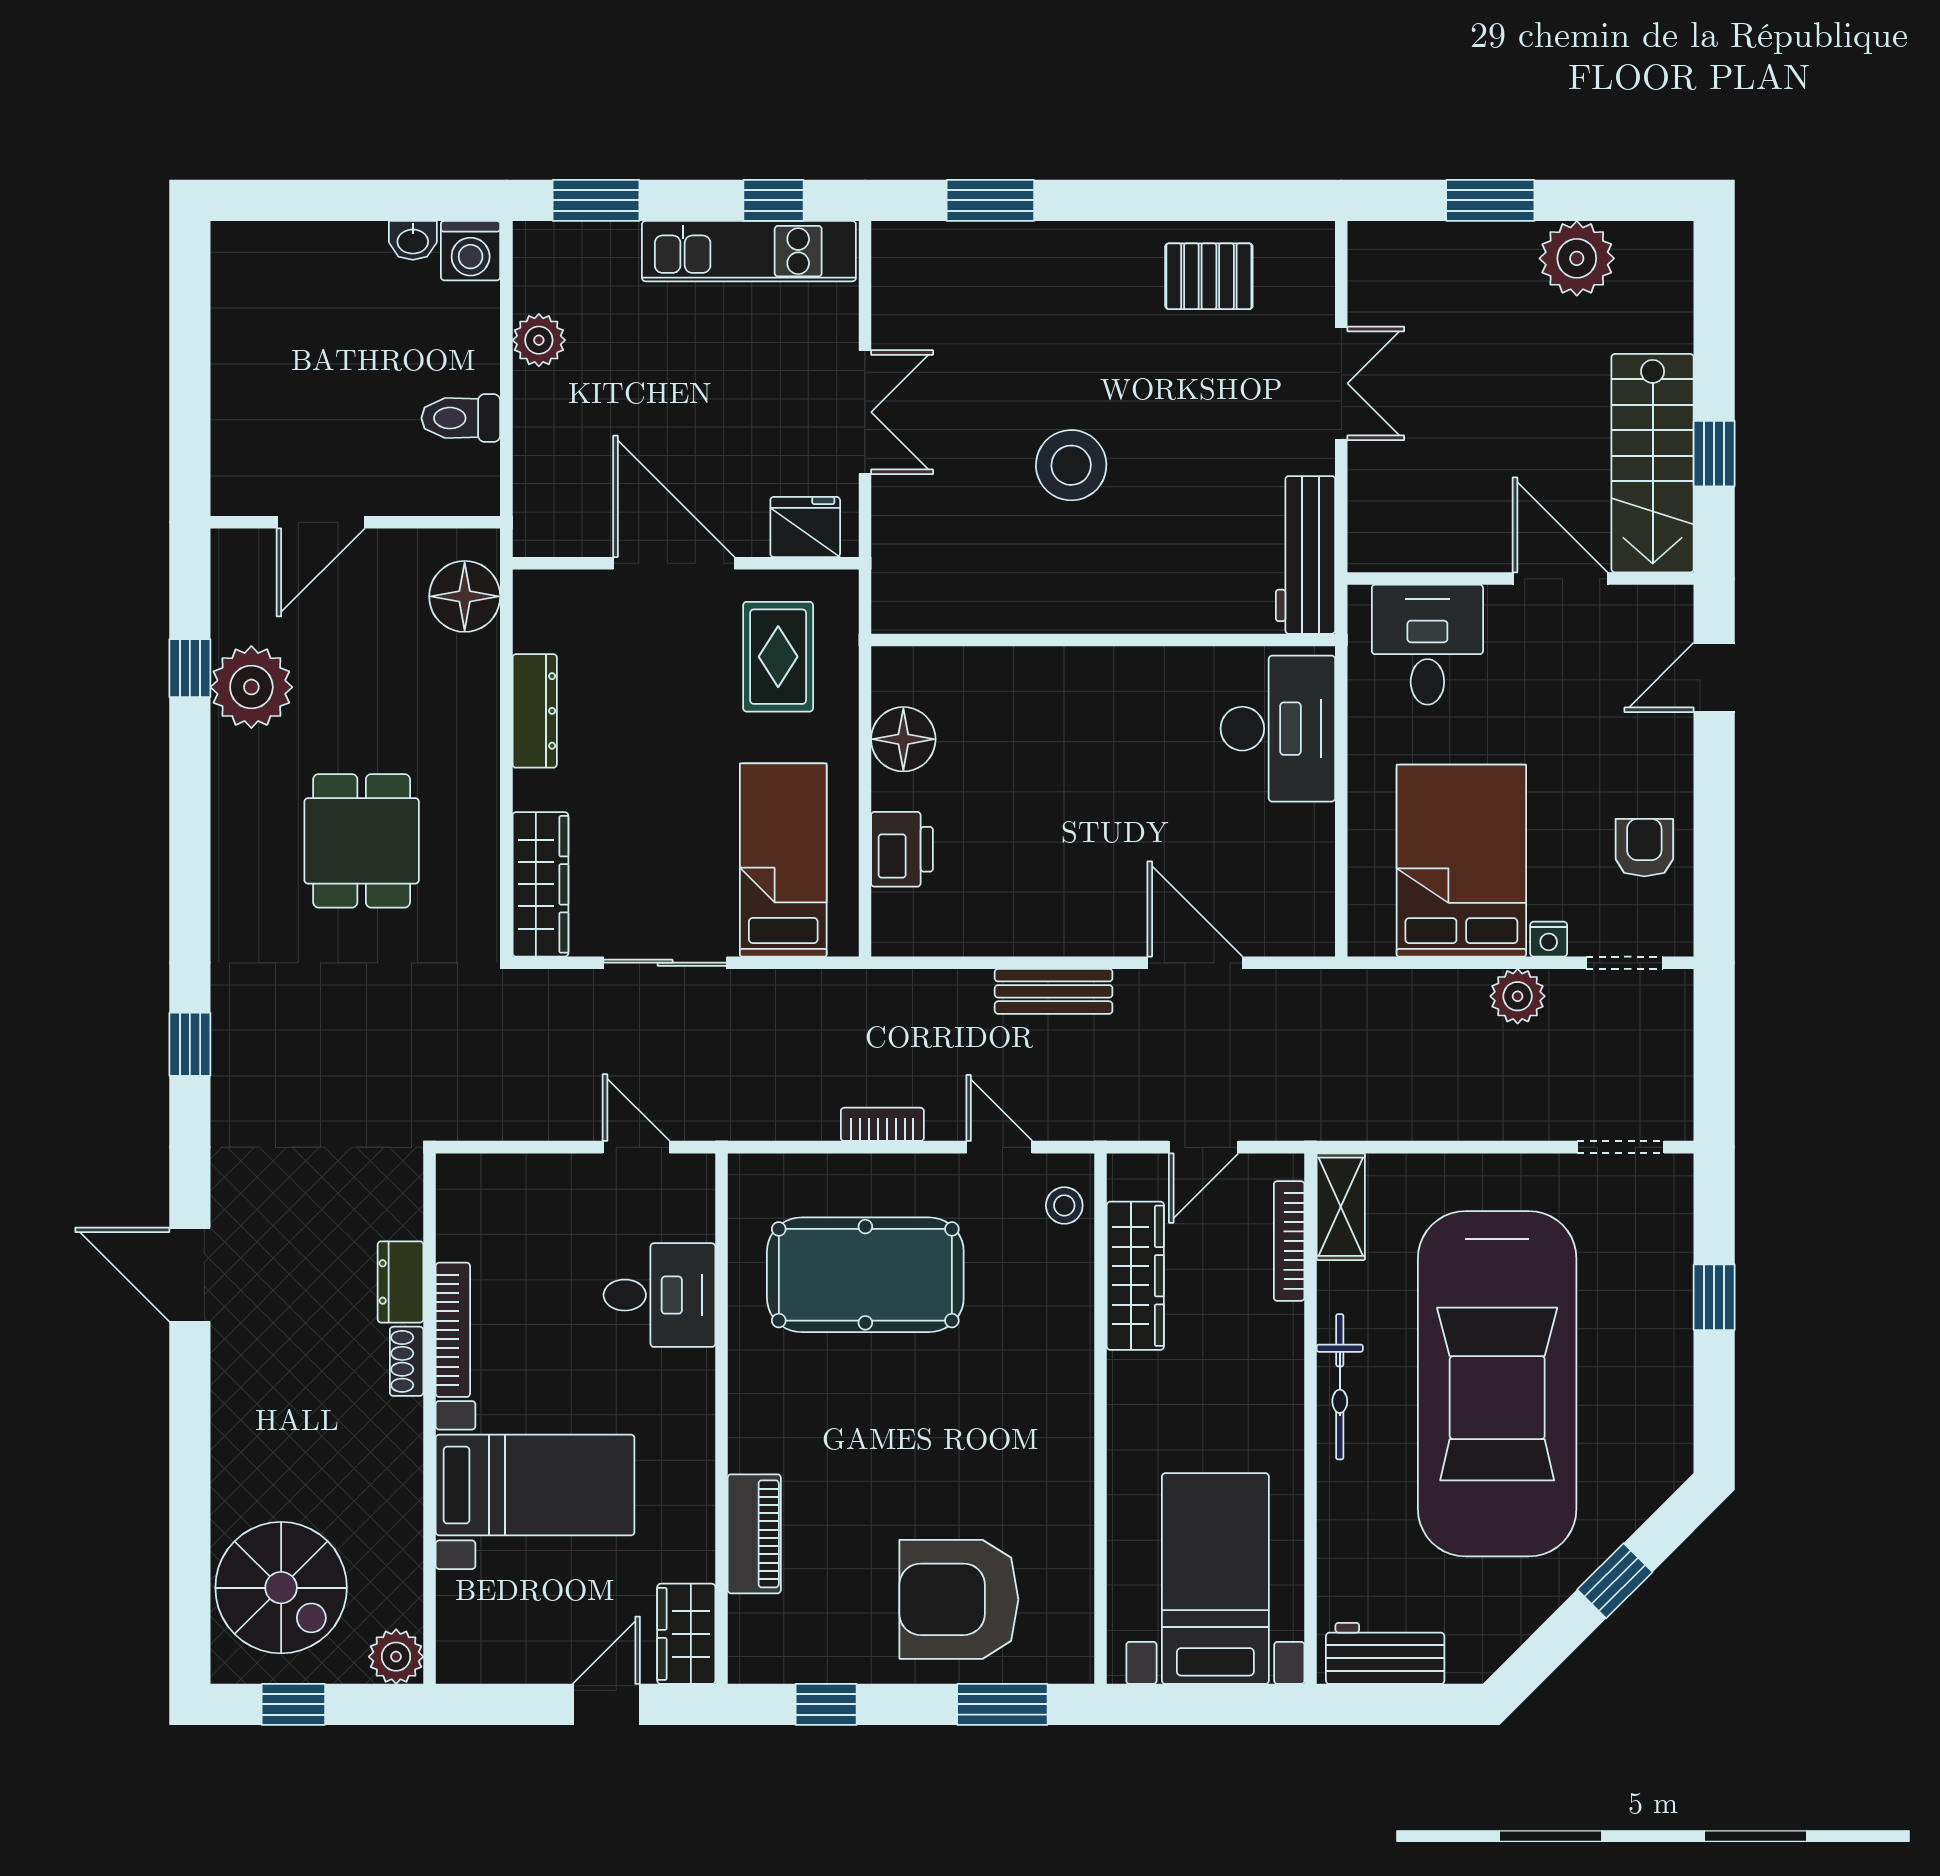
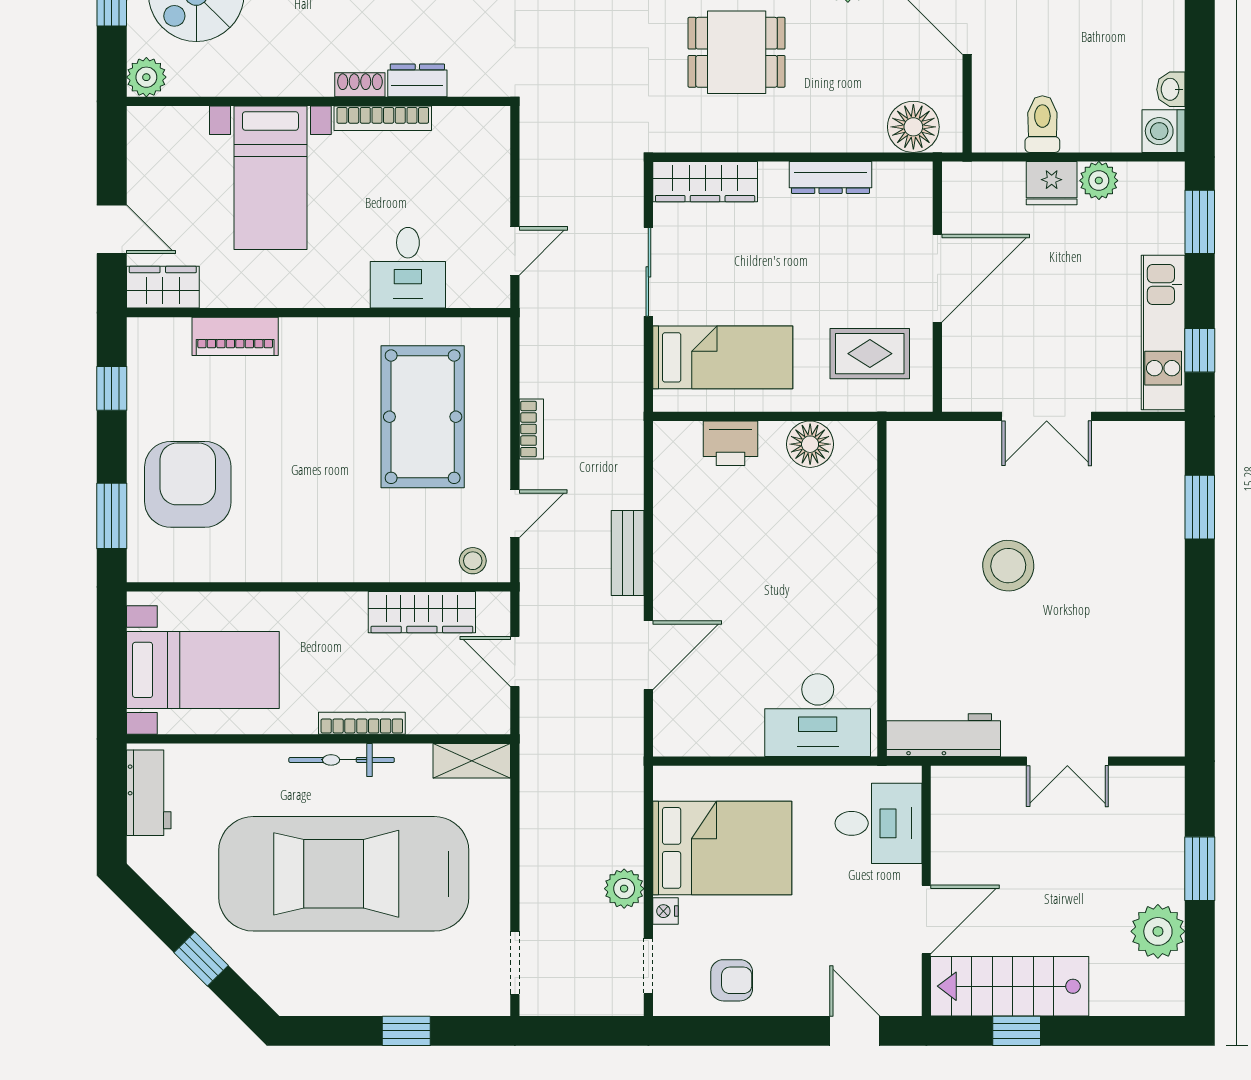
pallet: (1209, 276) -> (1145, 665), removed
fridge: (805, 527) -> (1052, 183), moved, turned 90
bookcase: (1289, 1241) -> (362, 723), moved

